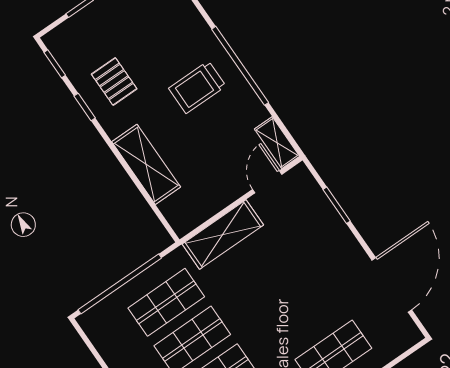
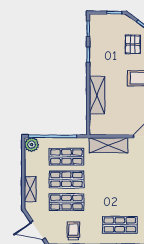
pallet: (114, 81) -> (133, 44), moved
plant: (94, 322) -> (32, 145), added

